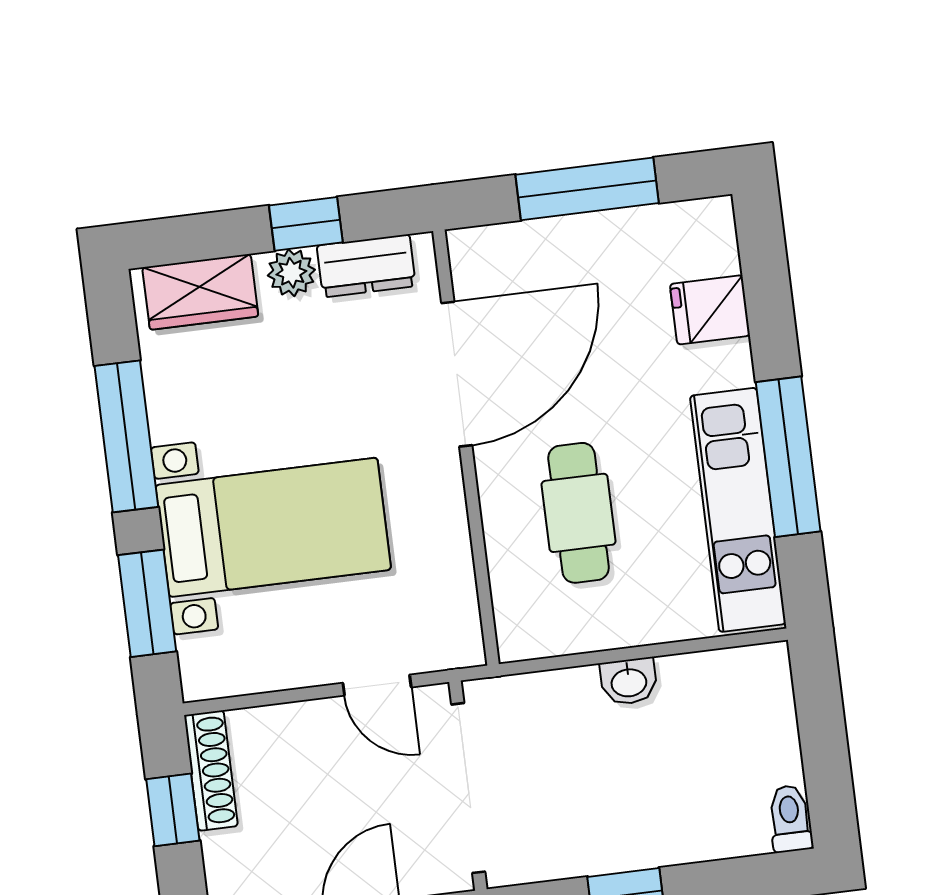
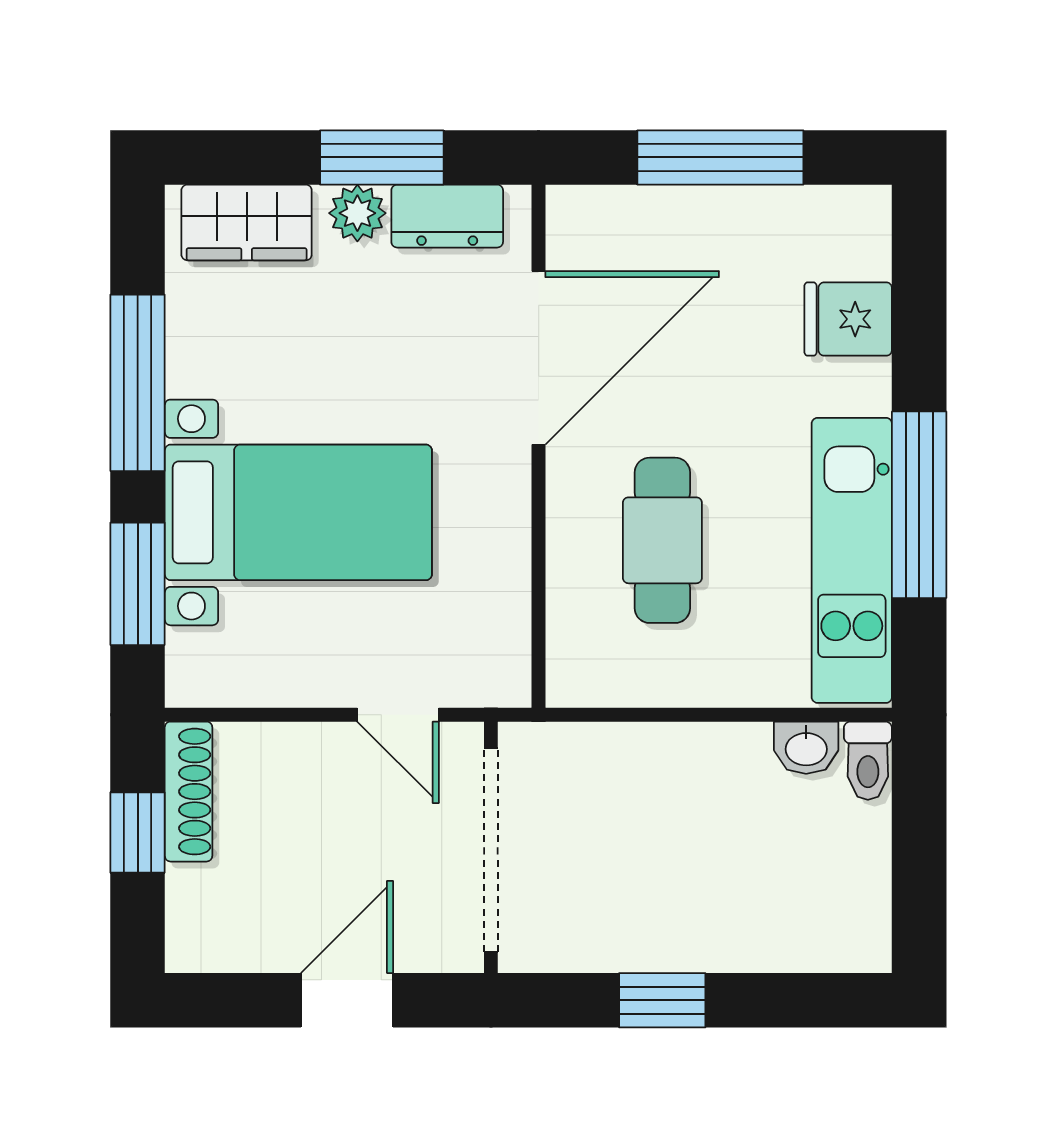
window: (306, 224) -> (382, 157), width x1.50
washbasin: (629, 682) -> (806, 748), moved
toilet: (790, 819) -> (868, 761), moved, turned 180

